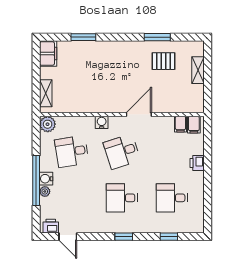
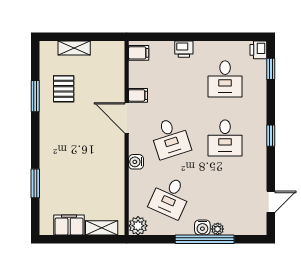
filing cabinet: (48, 54) -> (69, 225), moved
filing cabinet: (180, 124) -> (138, 95), moved
desk: (72, 151) -> (170, 197), turned 33
printer: (51, 226) -> (258, 50), moved
window: (169, 237) -> (271, 69), moved

